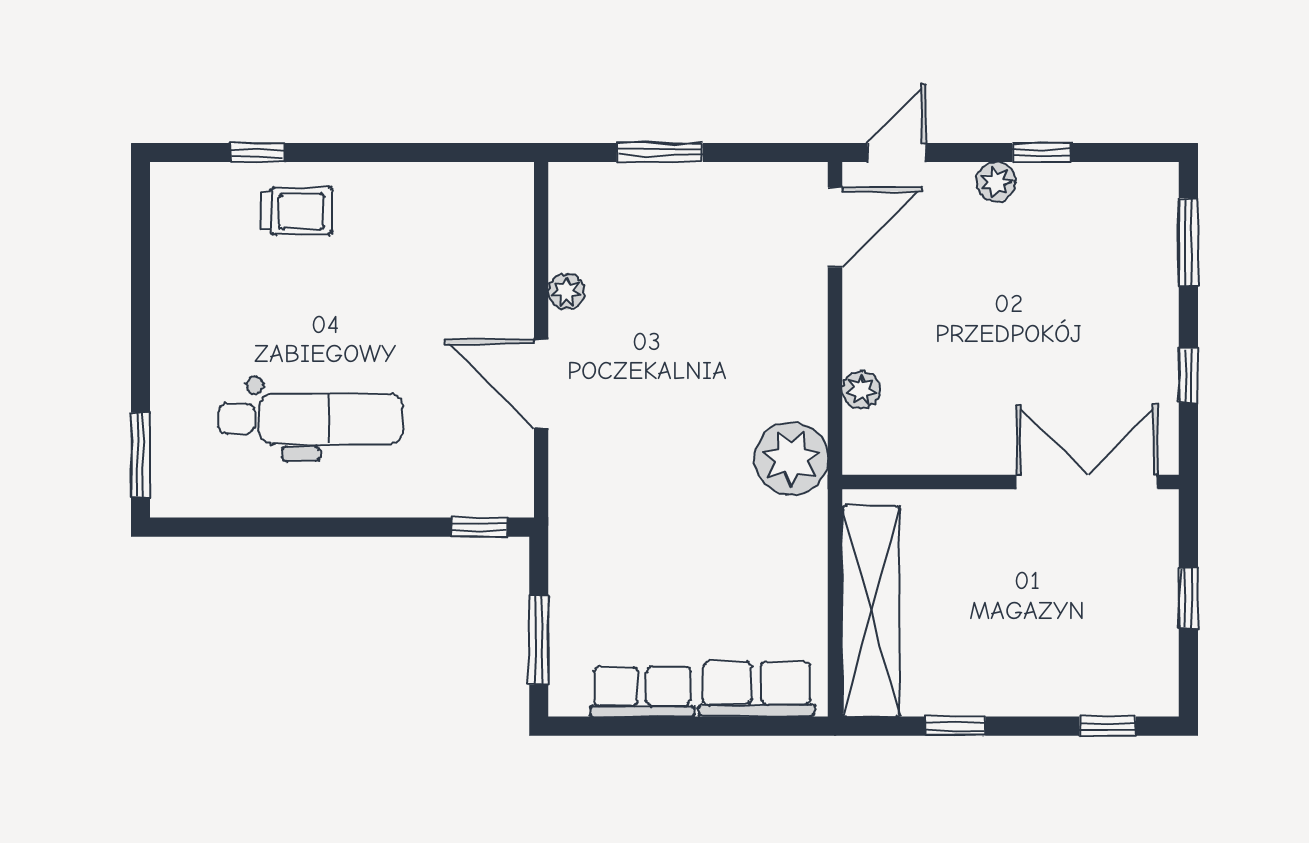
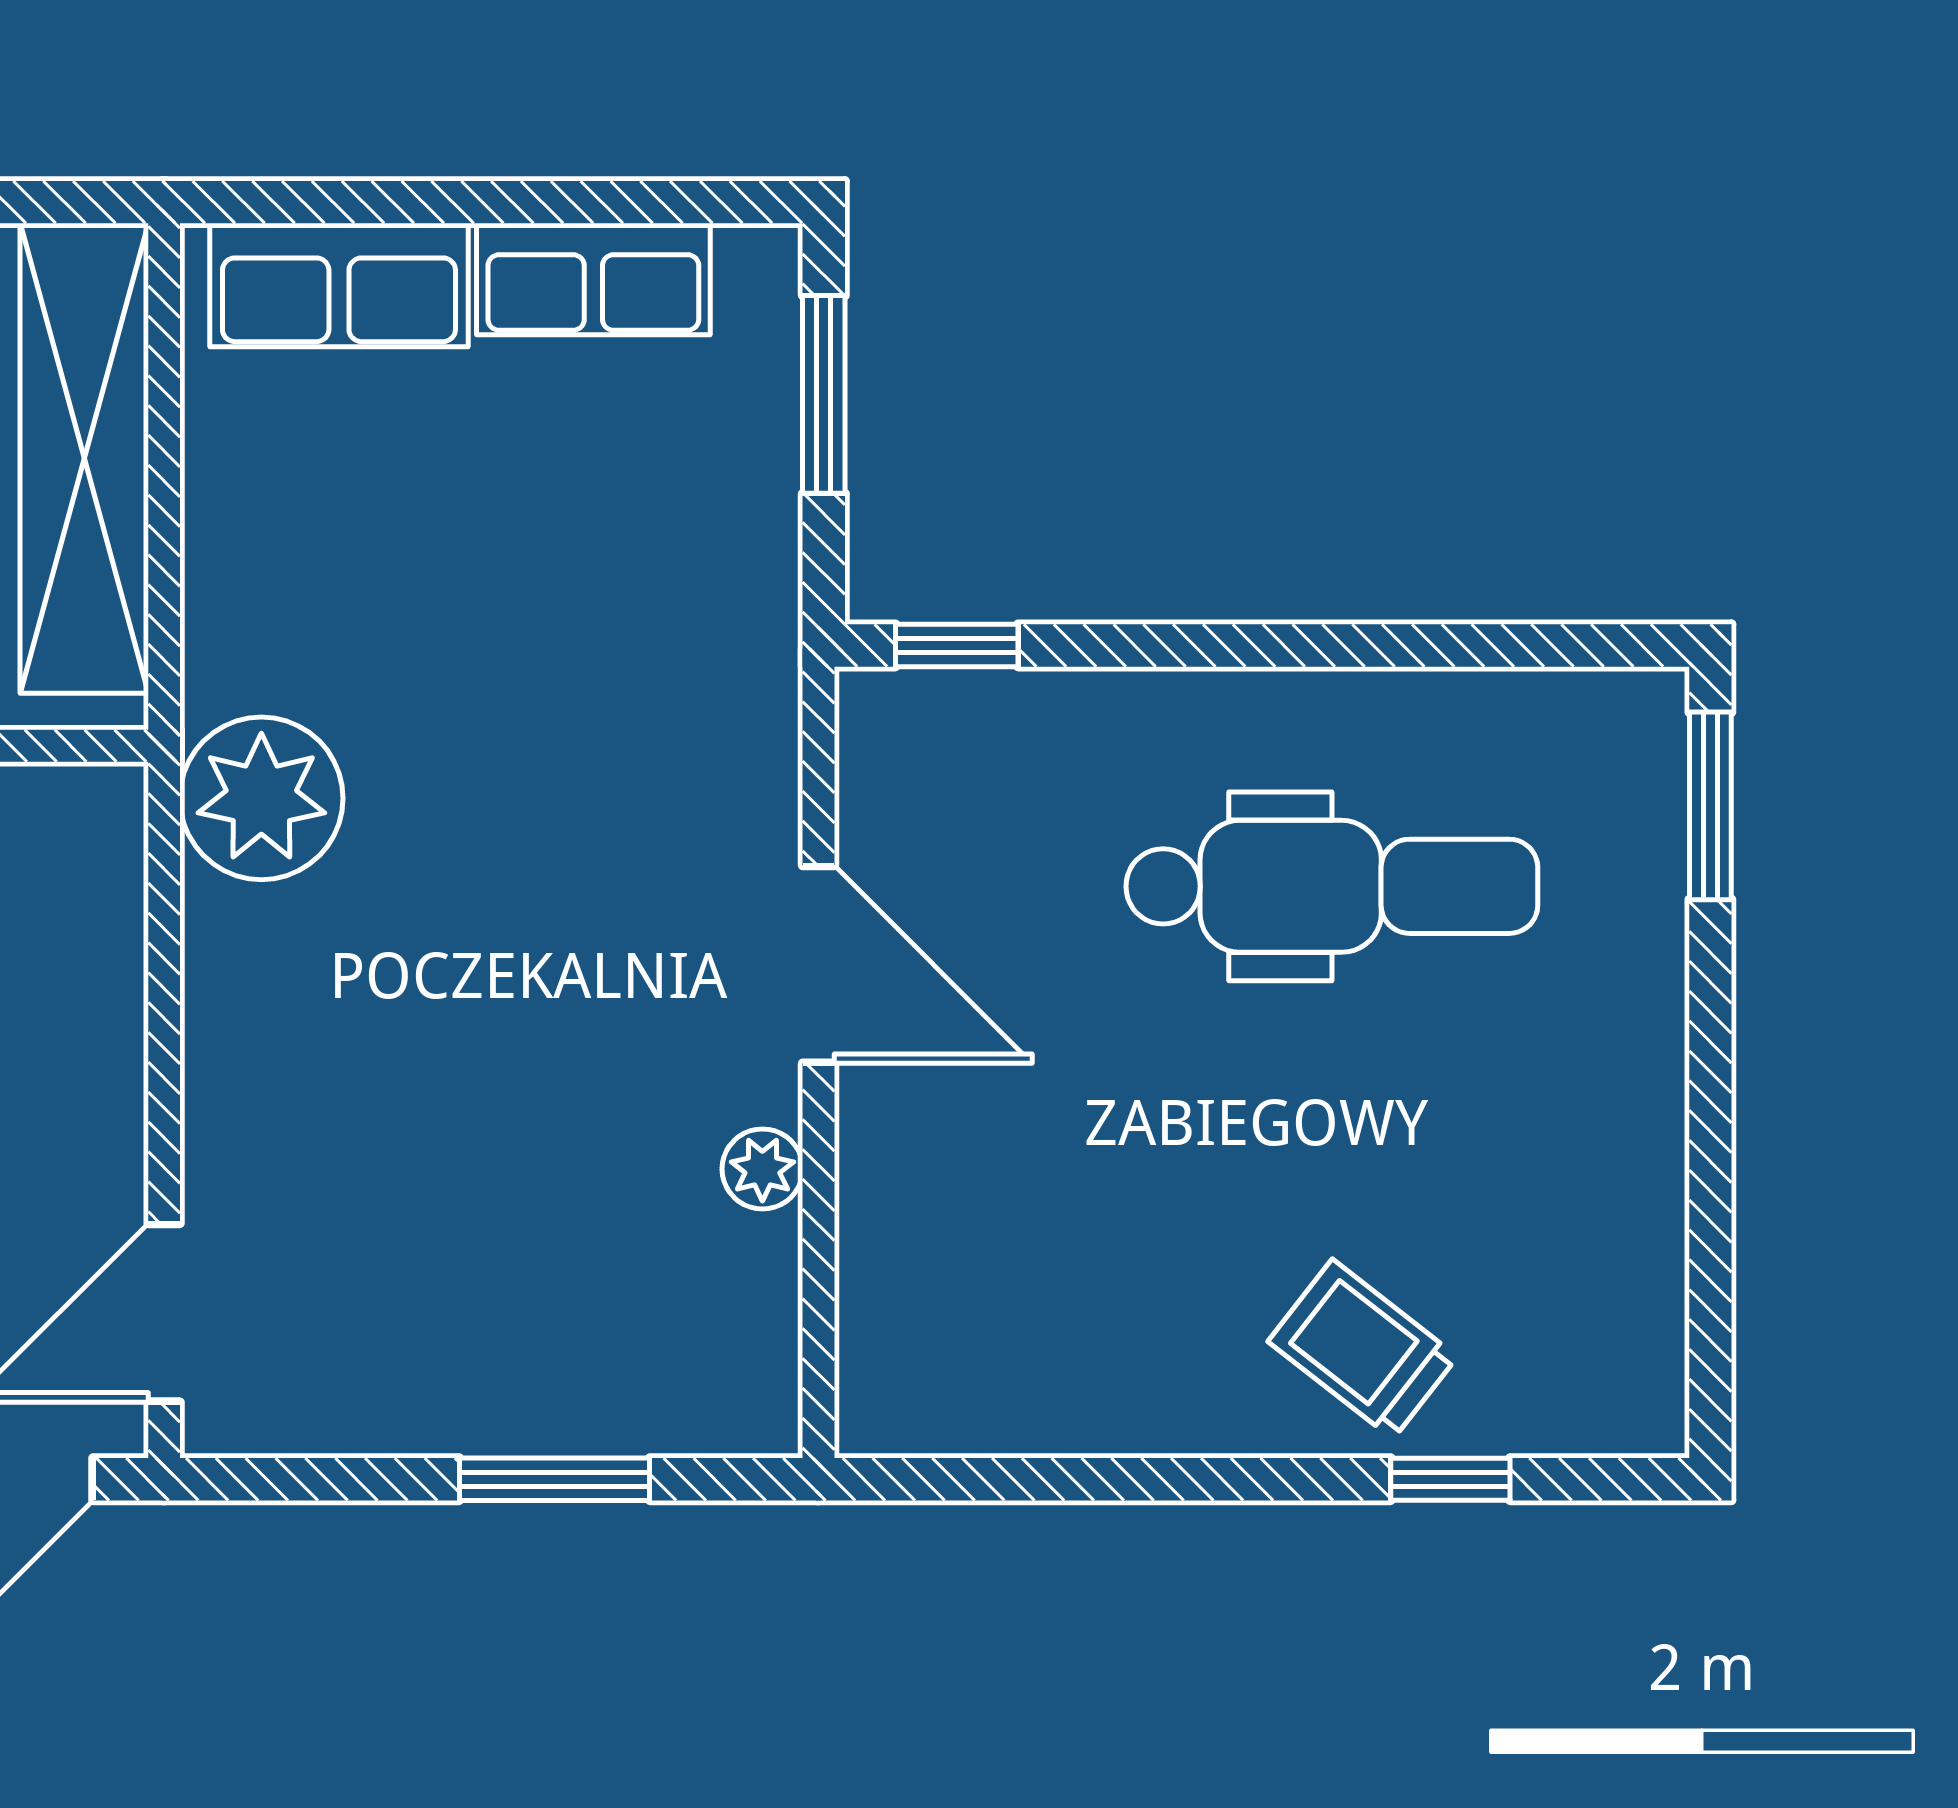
trolley: (297, 211) -> (1363, 1349), turned 38
plant: (861, 390) -> (107, 951), removed
dental chair: (311, 419) -> (1332, 886), turned 180

